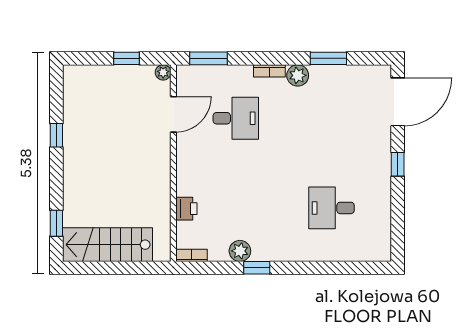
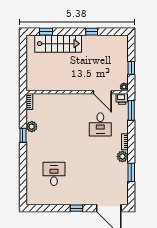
printer: (186, 209) -> (122, 99), moved
stairs: (107, 245) -> (58, 44), moved, turned 90

